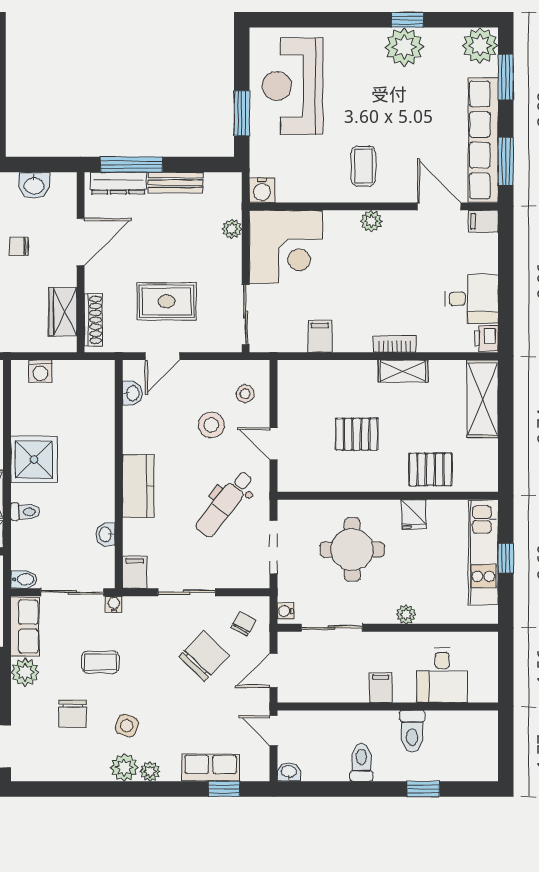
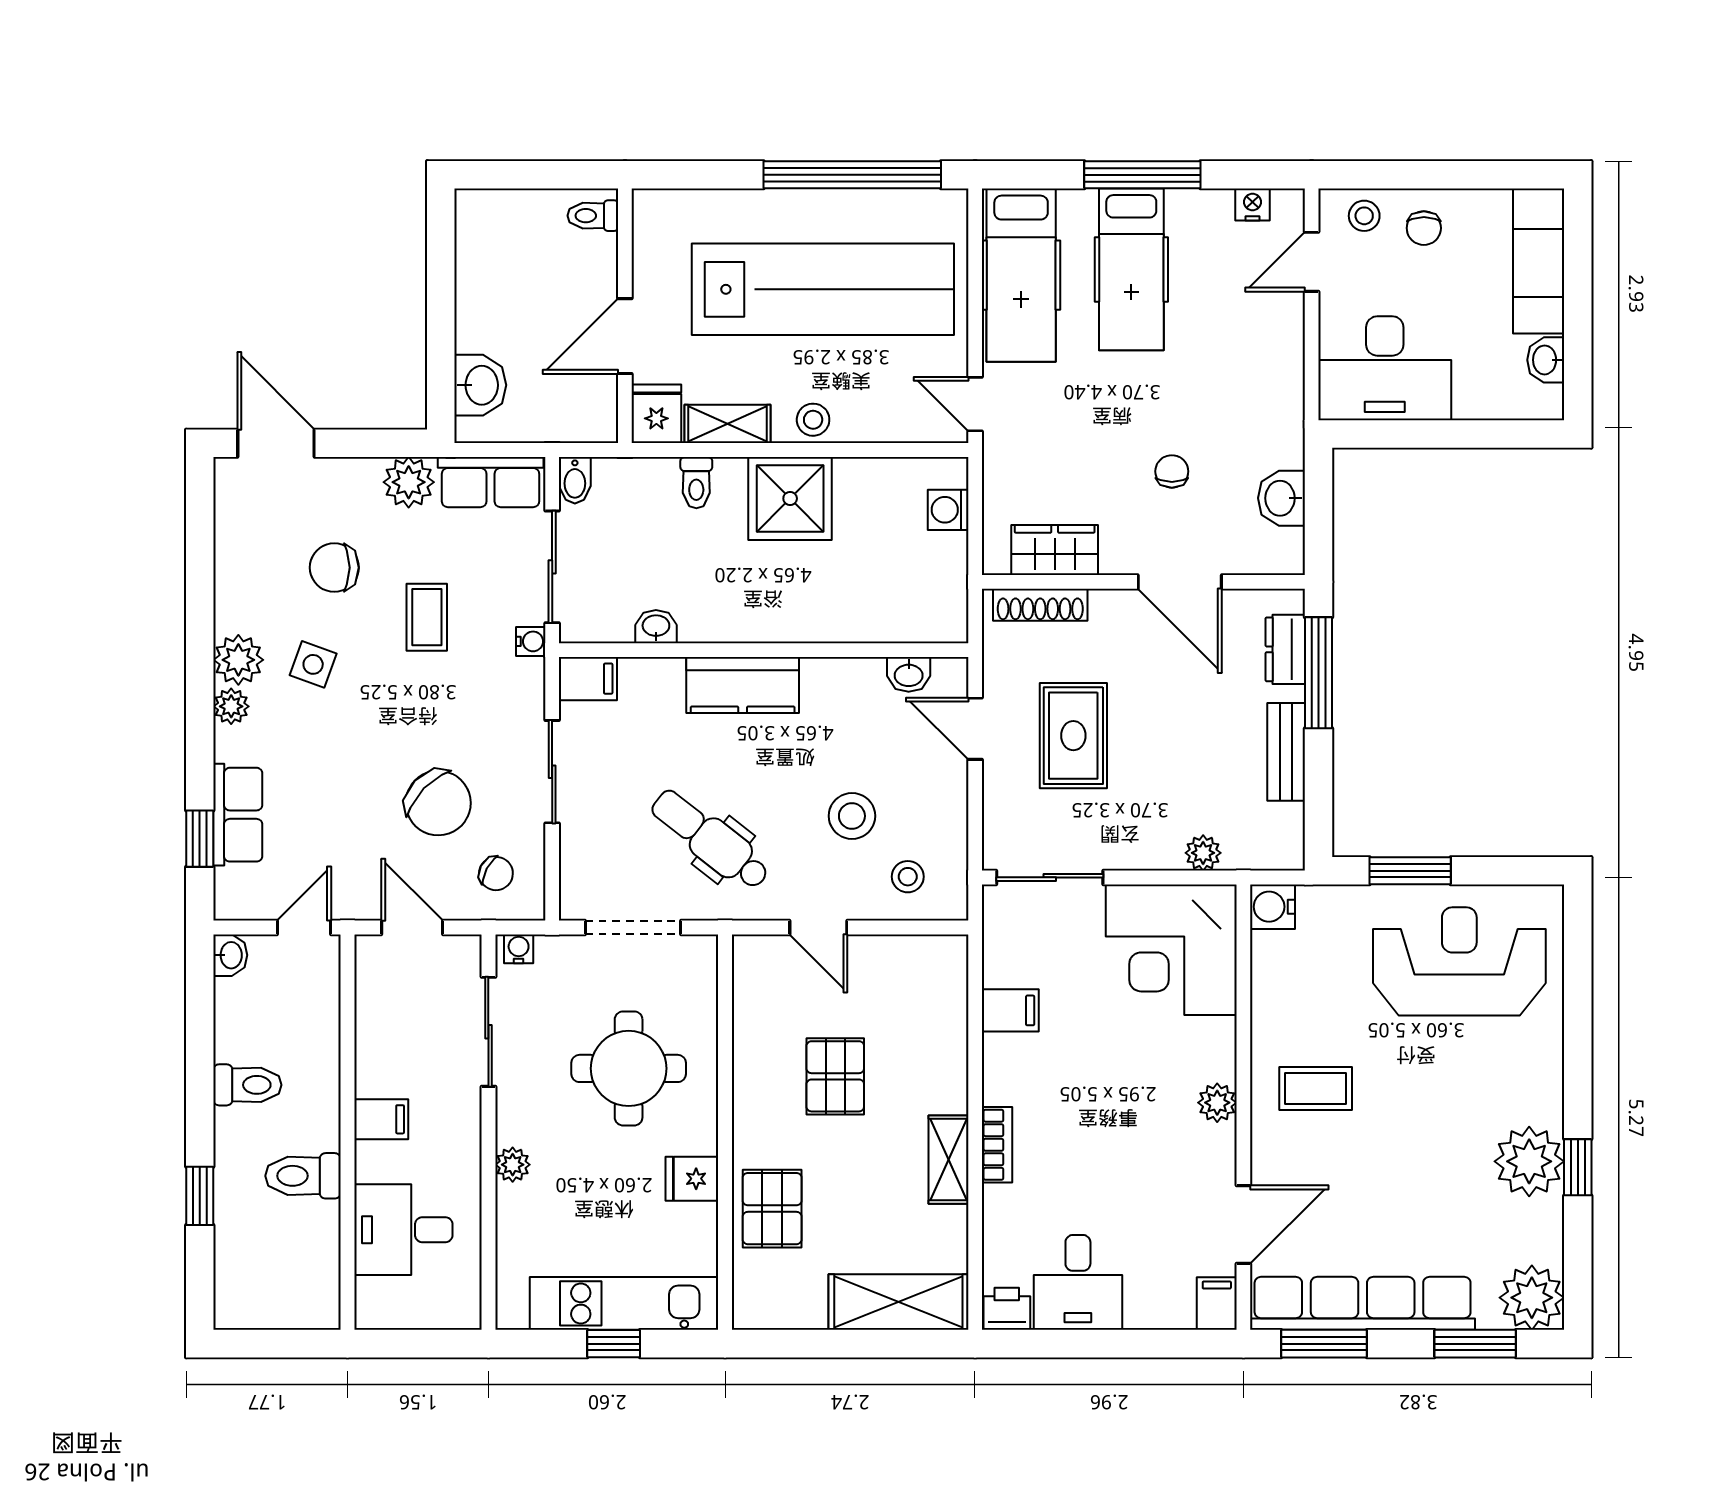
dresser: (118, 183) -> (1285, 649), width x0.70
door: (274, 444) -> (818, 928), swing flipped

